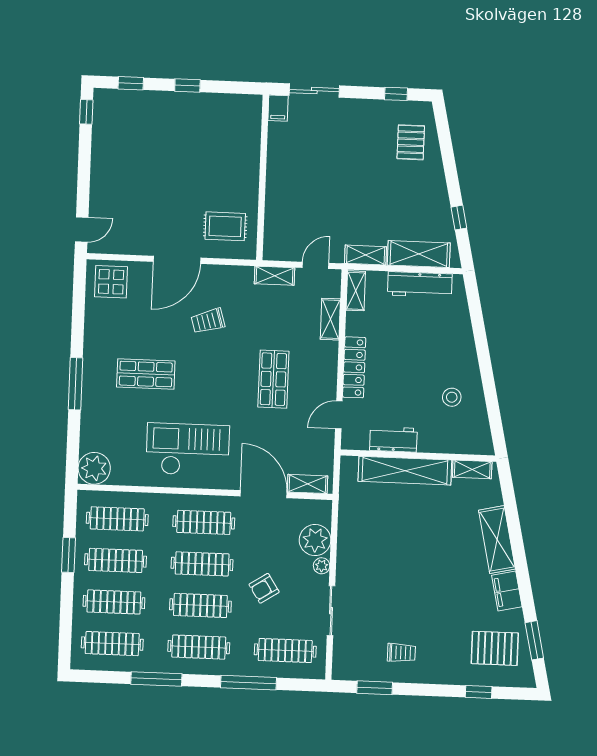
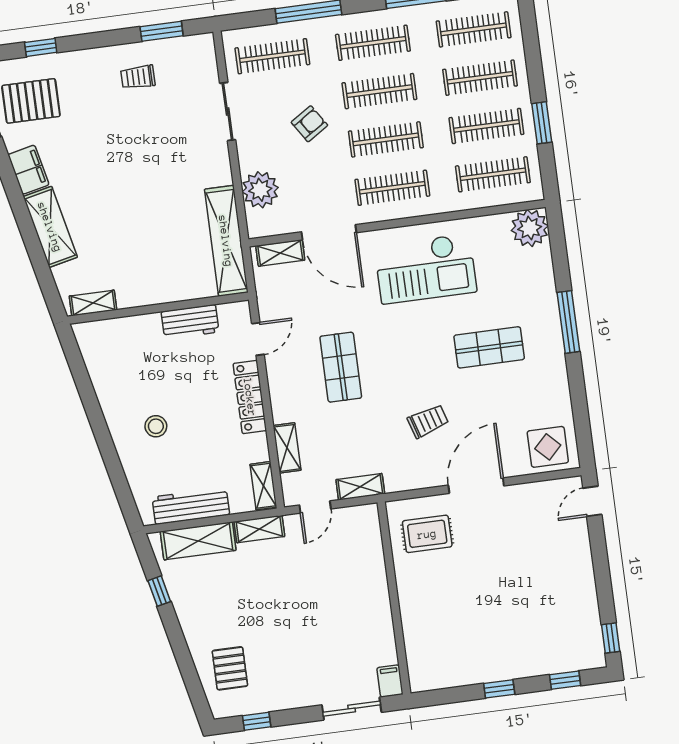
stool: (452, 397) -> (156, 426), moved
shelving: (405, 471) -> (226, 241), moved, turned 90
plant: (322, 566) -> (247, 161), removed

